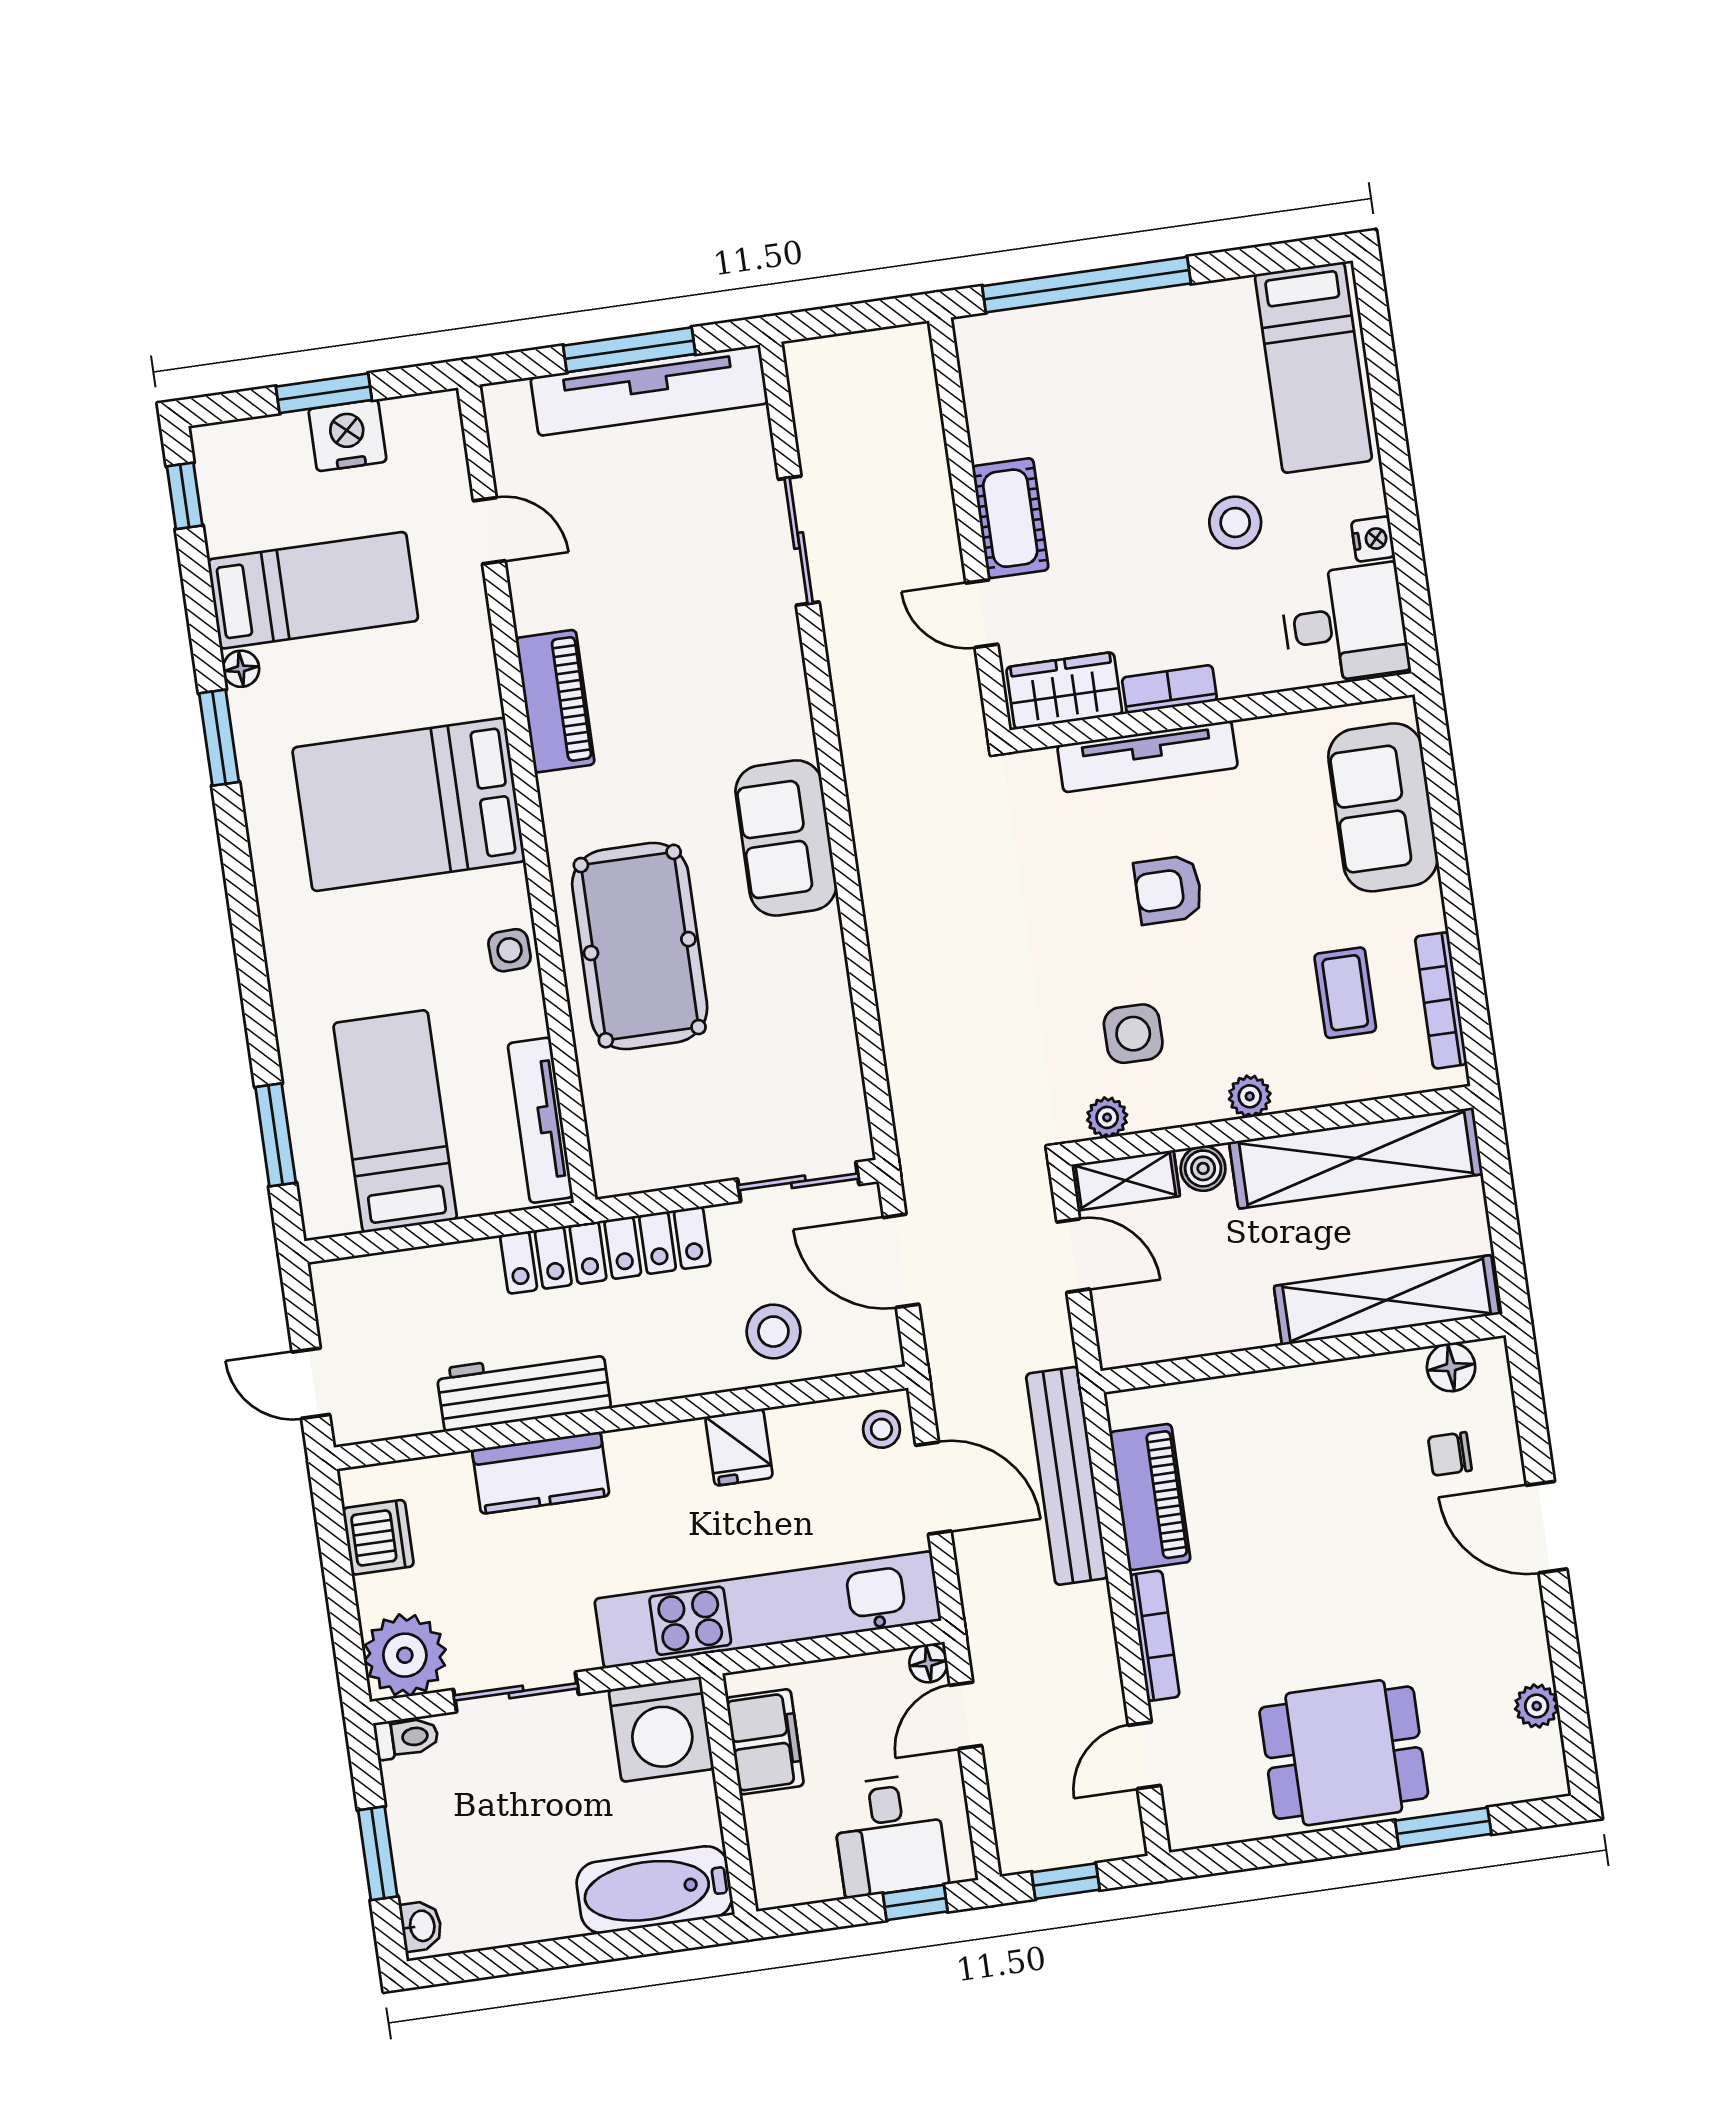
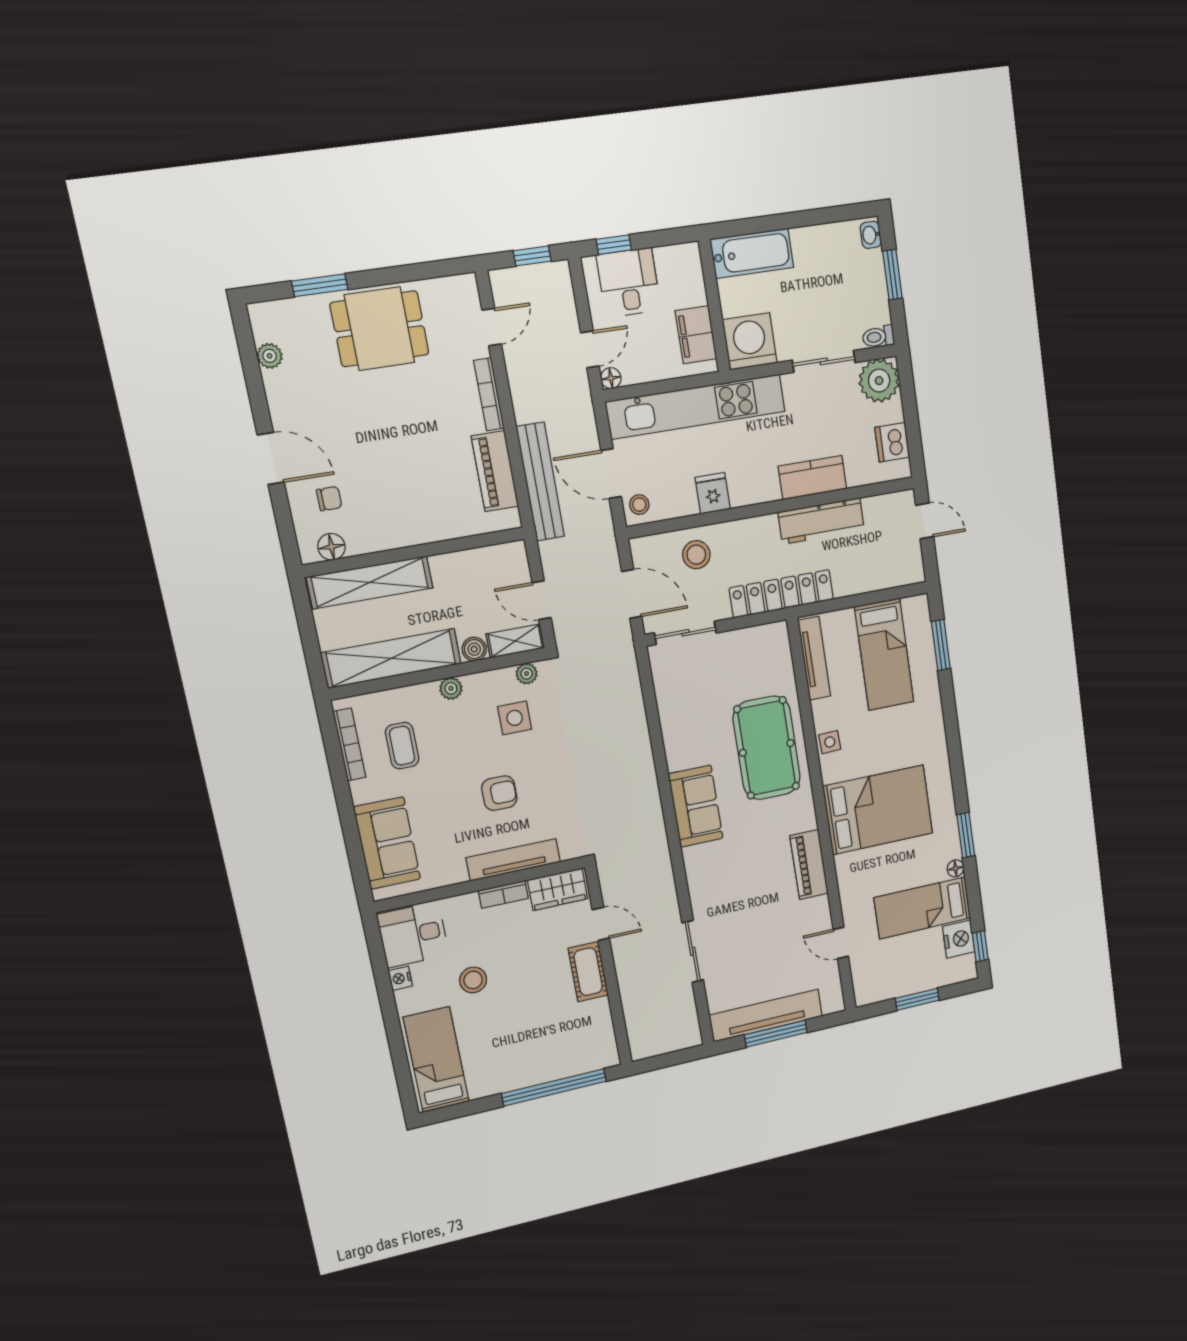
nightstand: (347, 435) -> (959, 939), moved, turned -90

